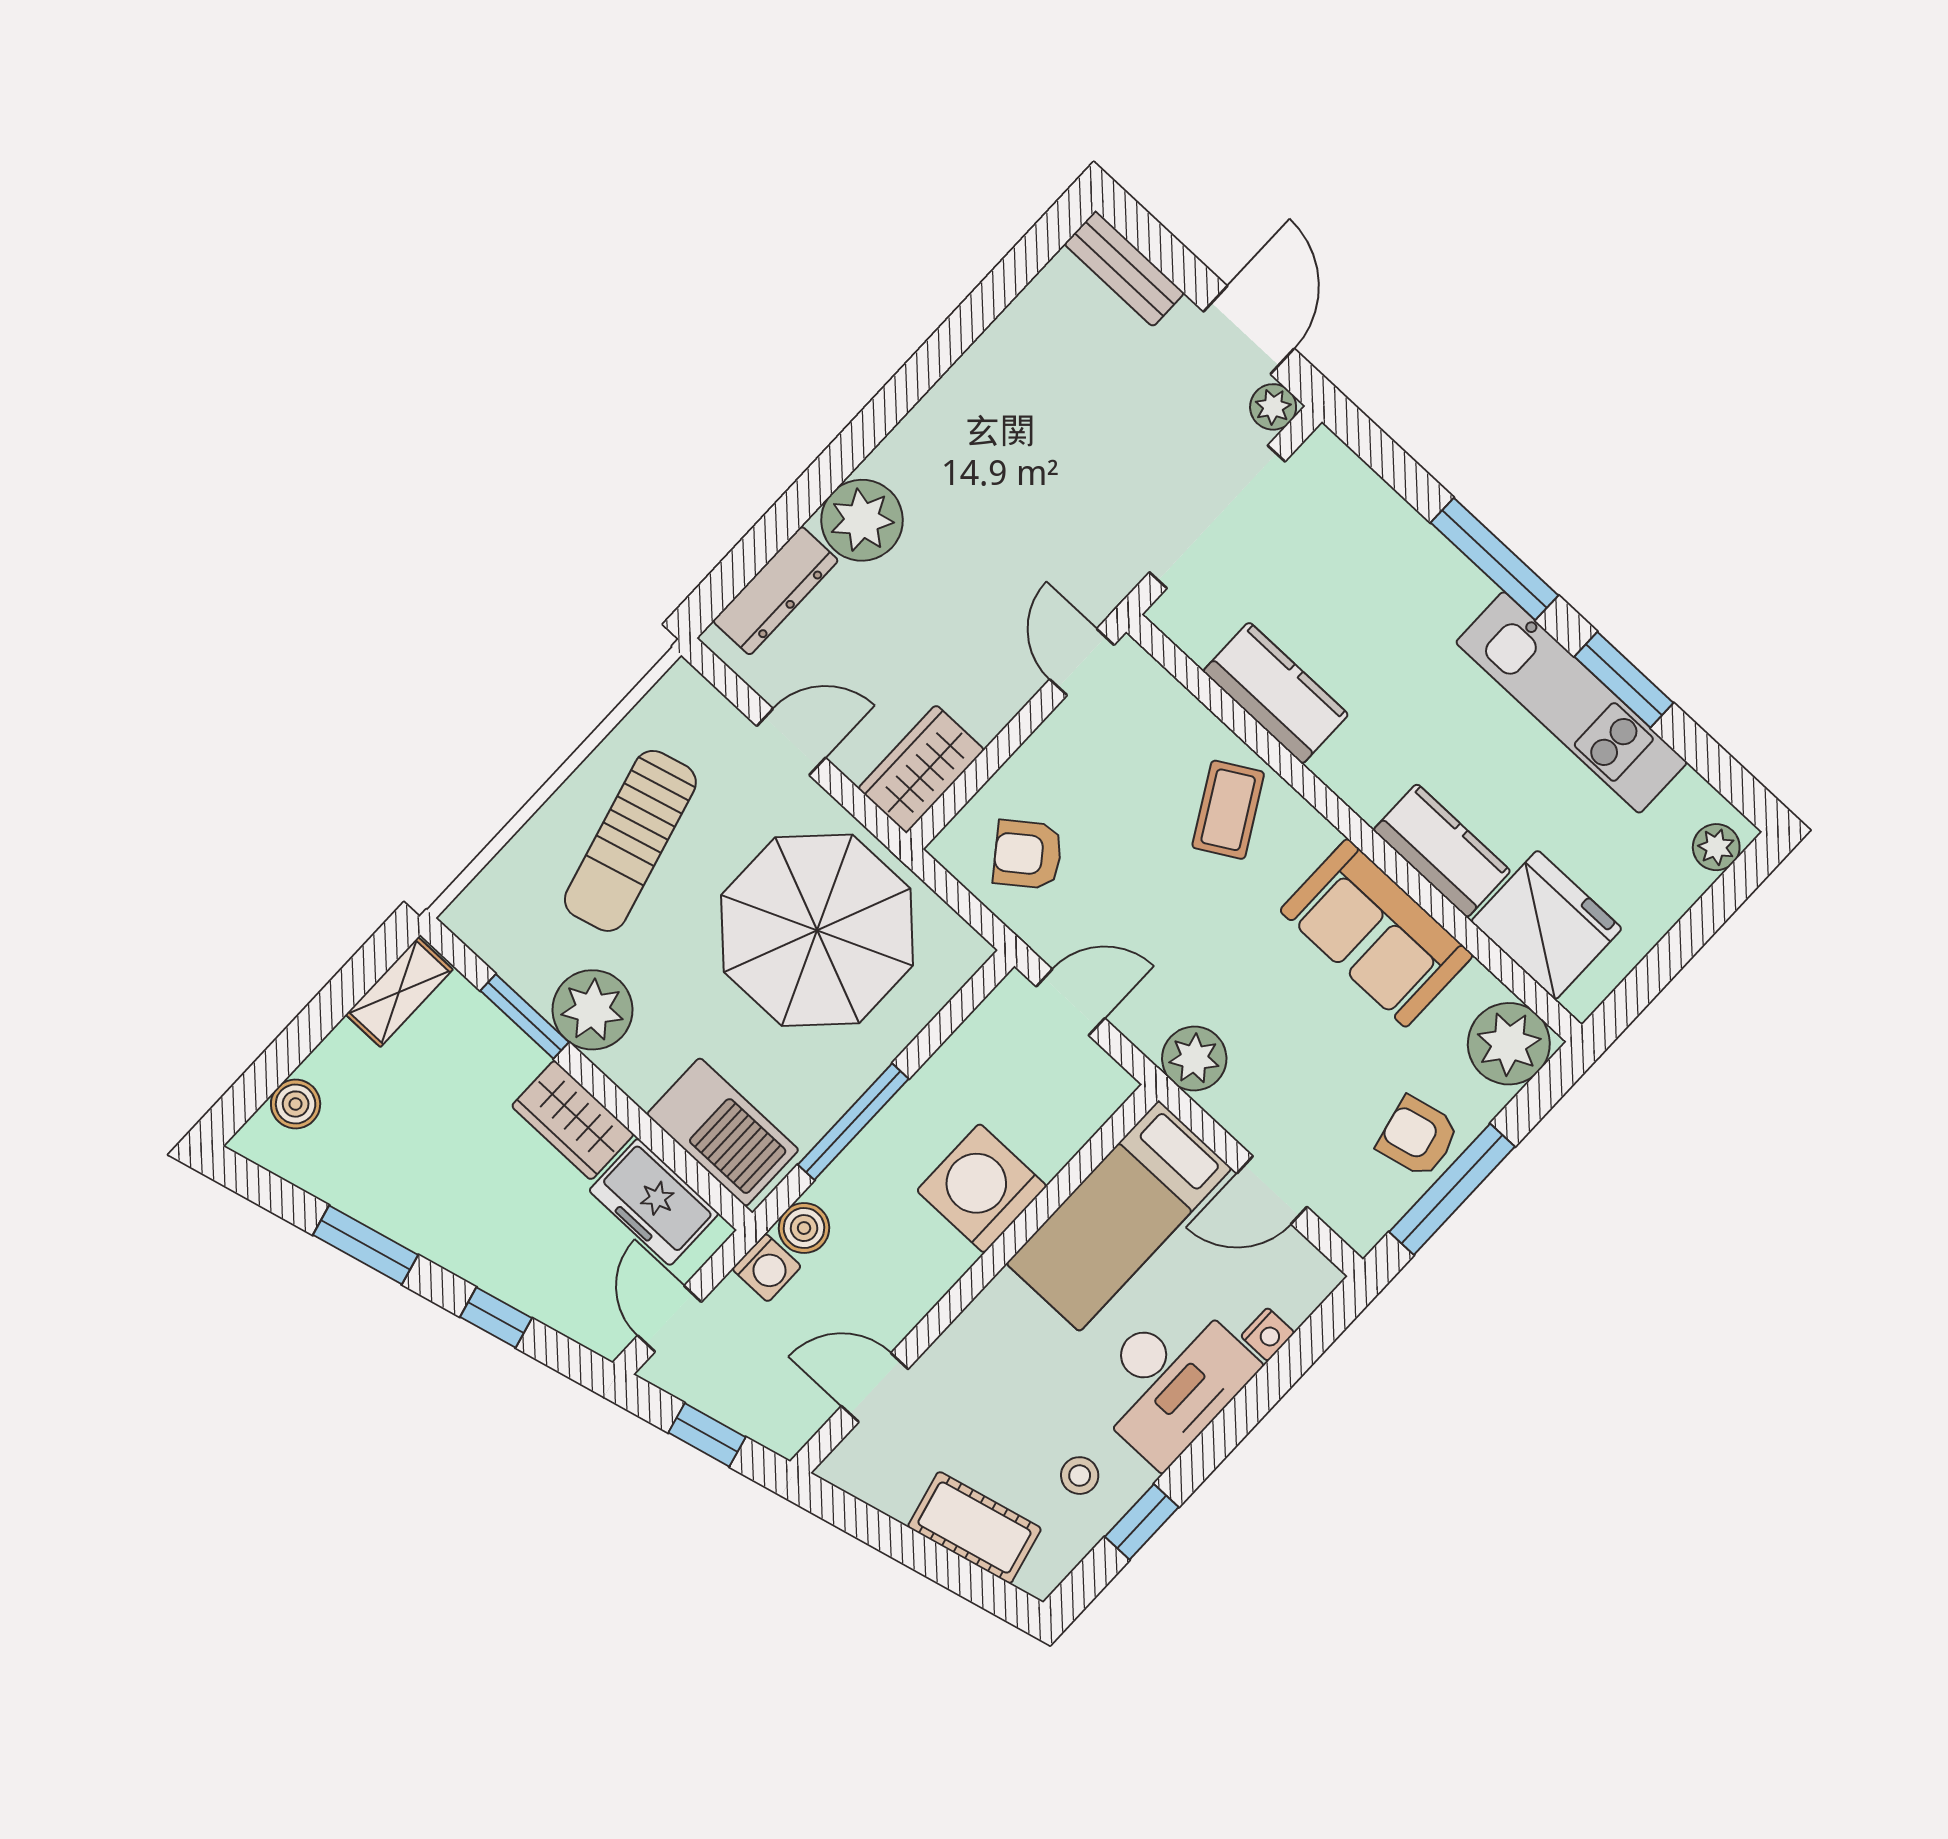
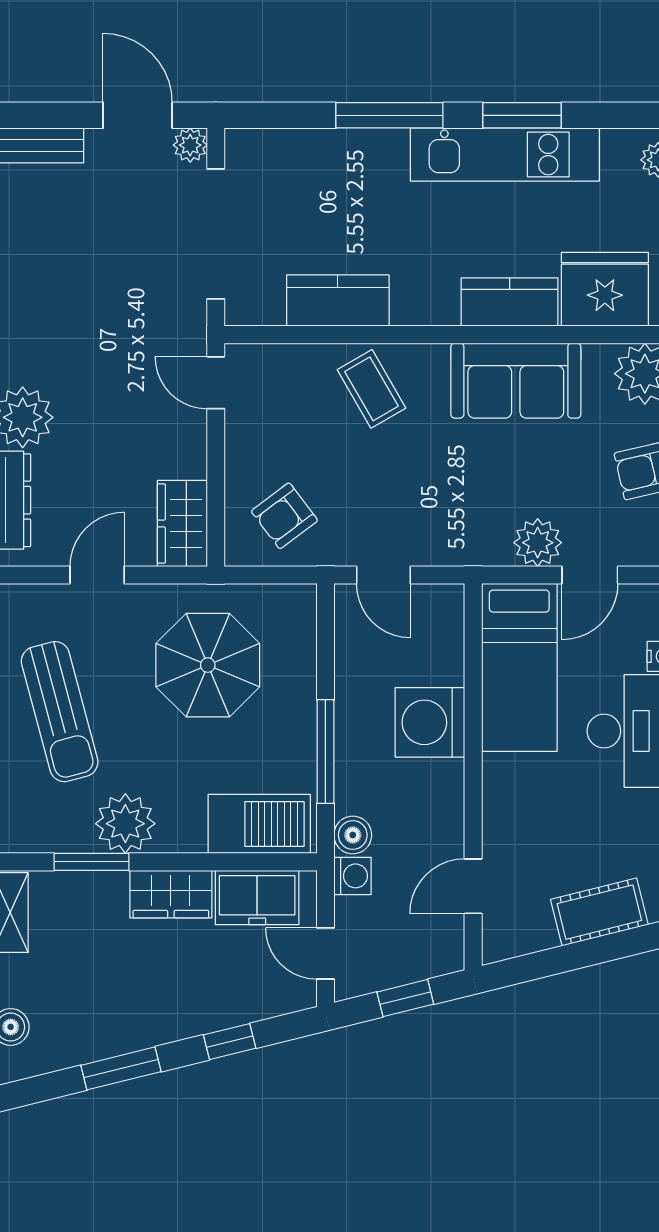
parasol: (817, 930) -> (208, 665), width x0.73, depth x0.73
door: (1070, 1002) -> (383, 575), swing flipped
plant: (1194, 1059) -> (538, 543), moved
stool: (1080, 1476) -> (630, 830), removed

